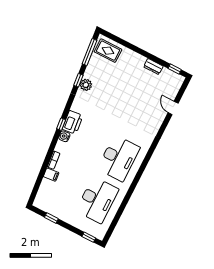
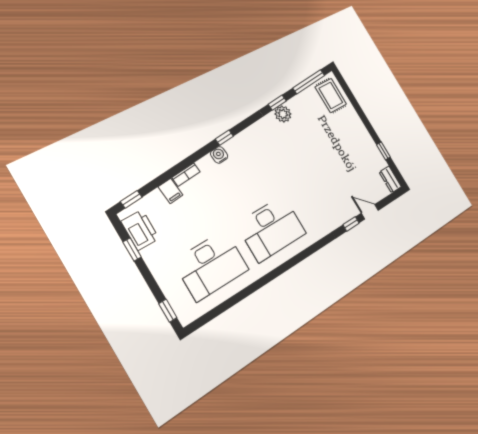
dresser: (153, 66) -> (390, 179), moved
window: (175, 69) -> (383, 151), moved
door: (173, 108) -> (370, 212), hinge flipped
printer: (73, 122) -> (140, 230), moved, turned -84
window: (165, 124) -> (351, 224), added
window: (34, 193) -> (131, 199), added

